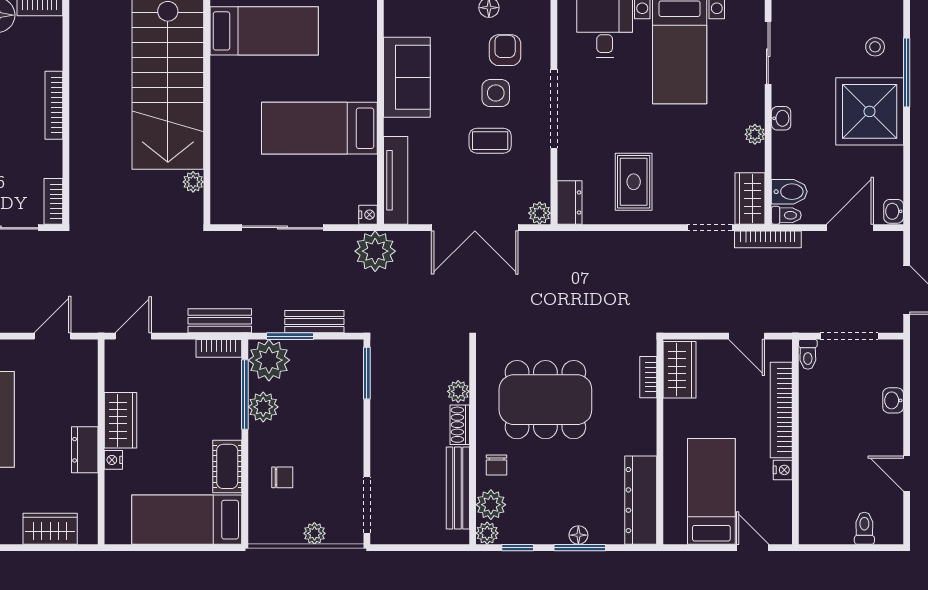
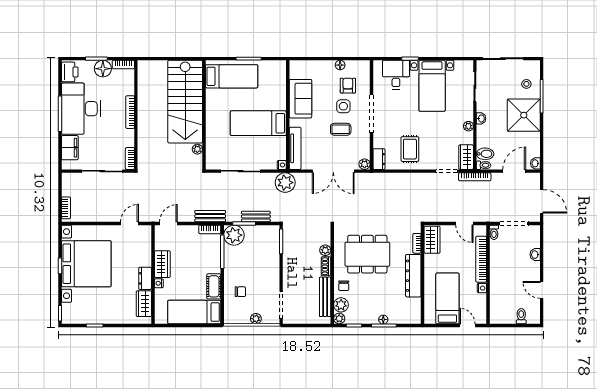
plant: (263, 407) -> (231, 258), removed
dresser: (641, 500) -> (413, 276), moved
wardrobe: (50, 529) -> (144, 304), moved, turned -90

